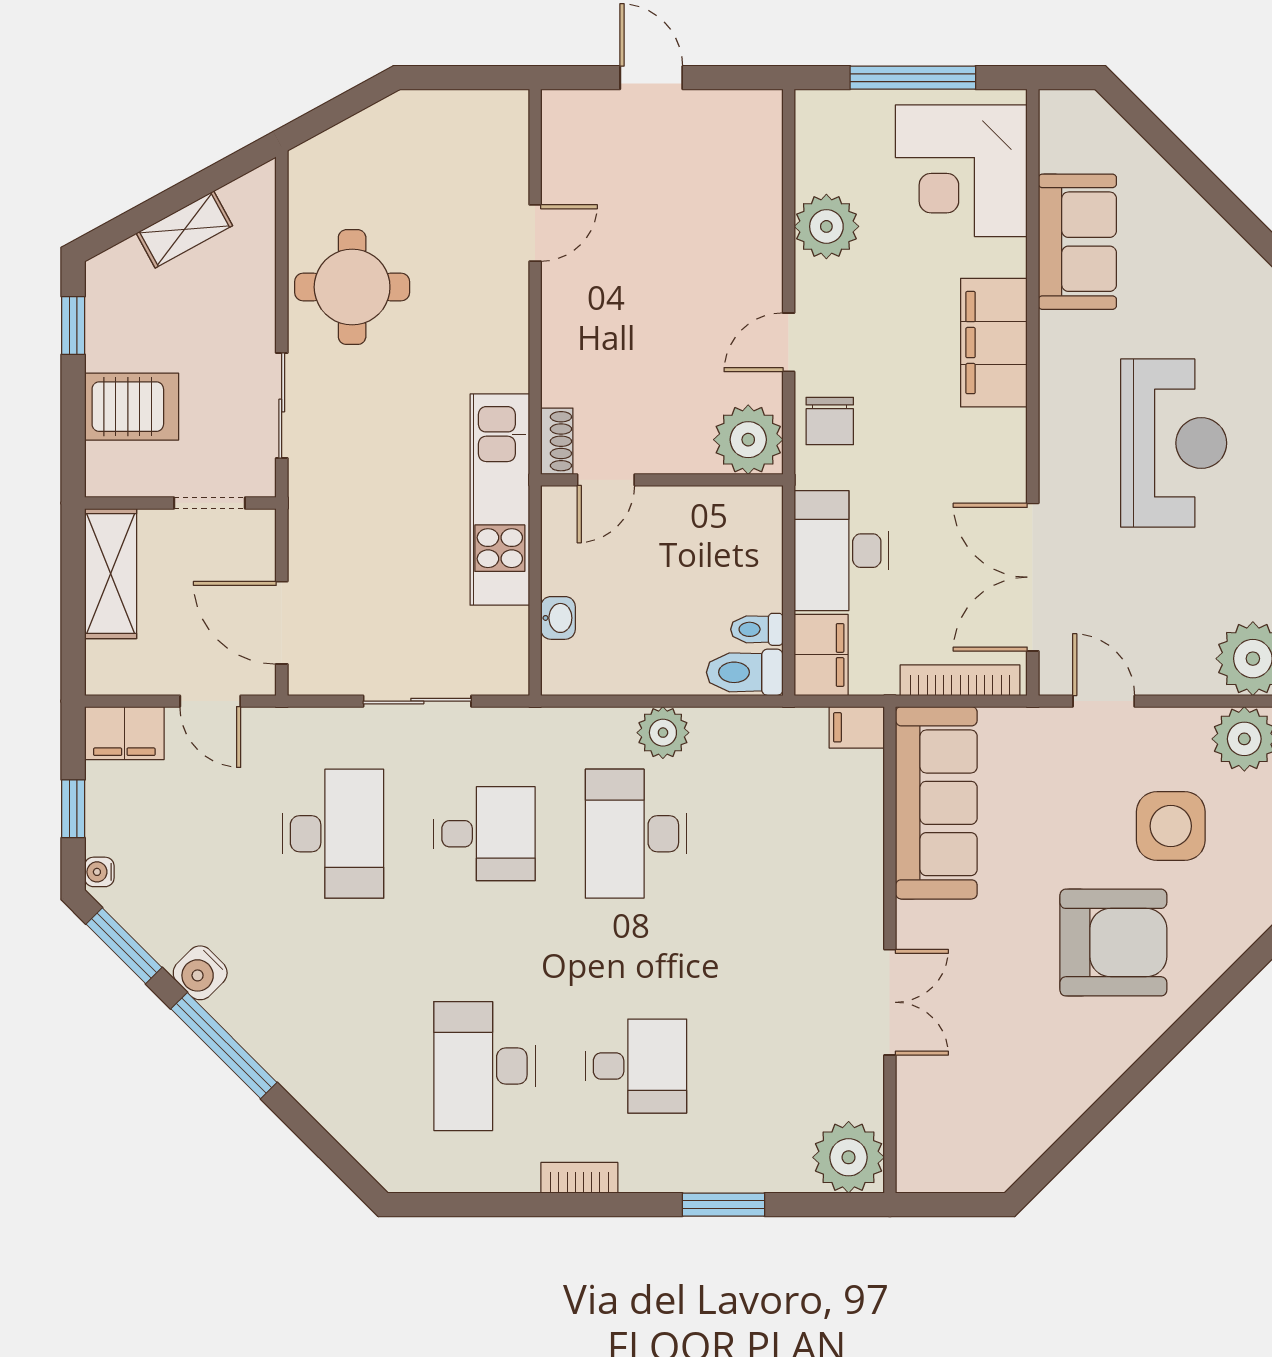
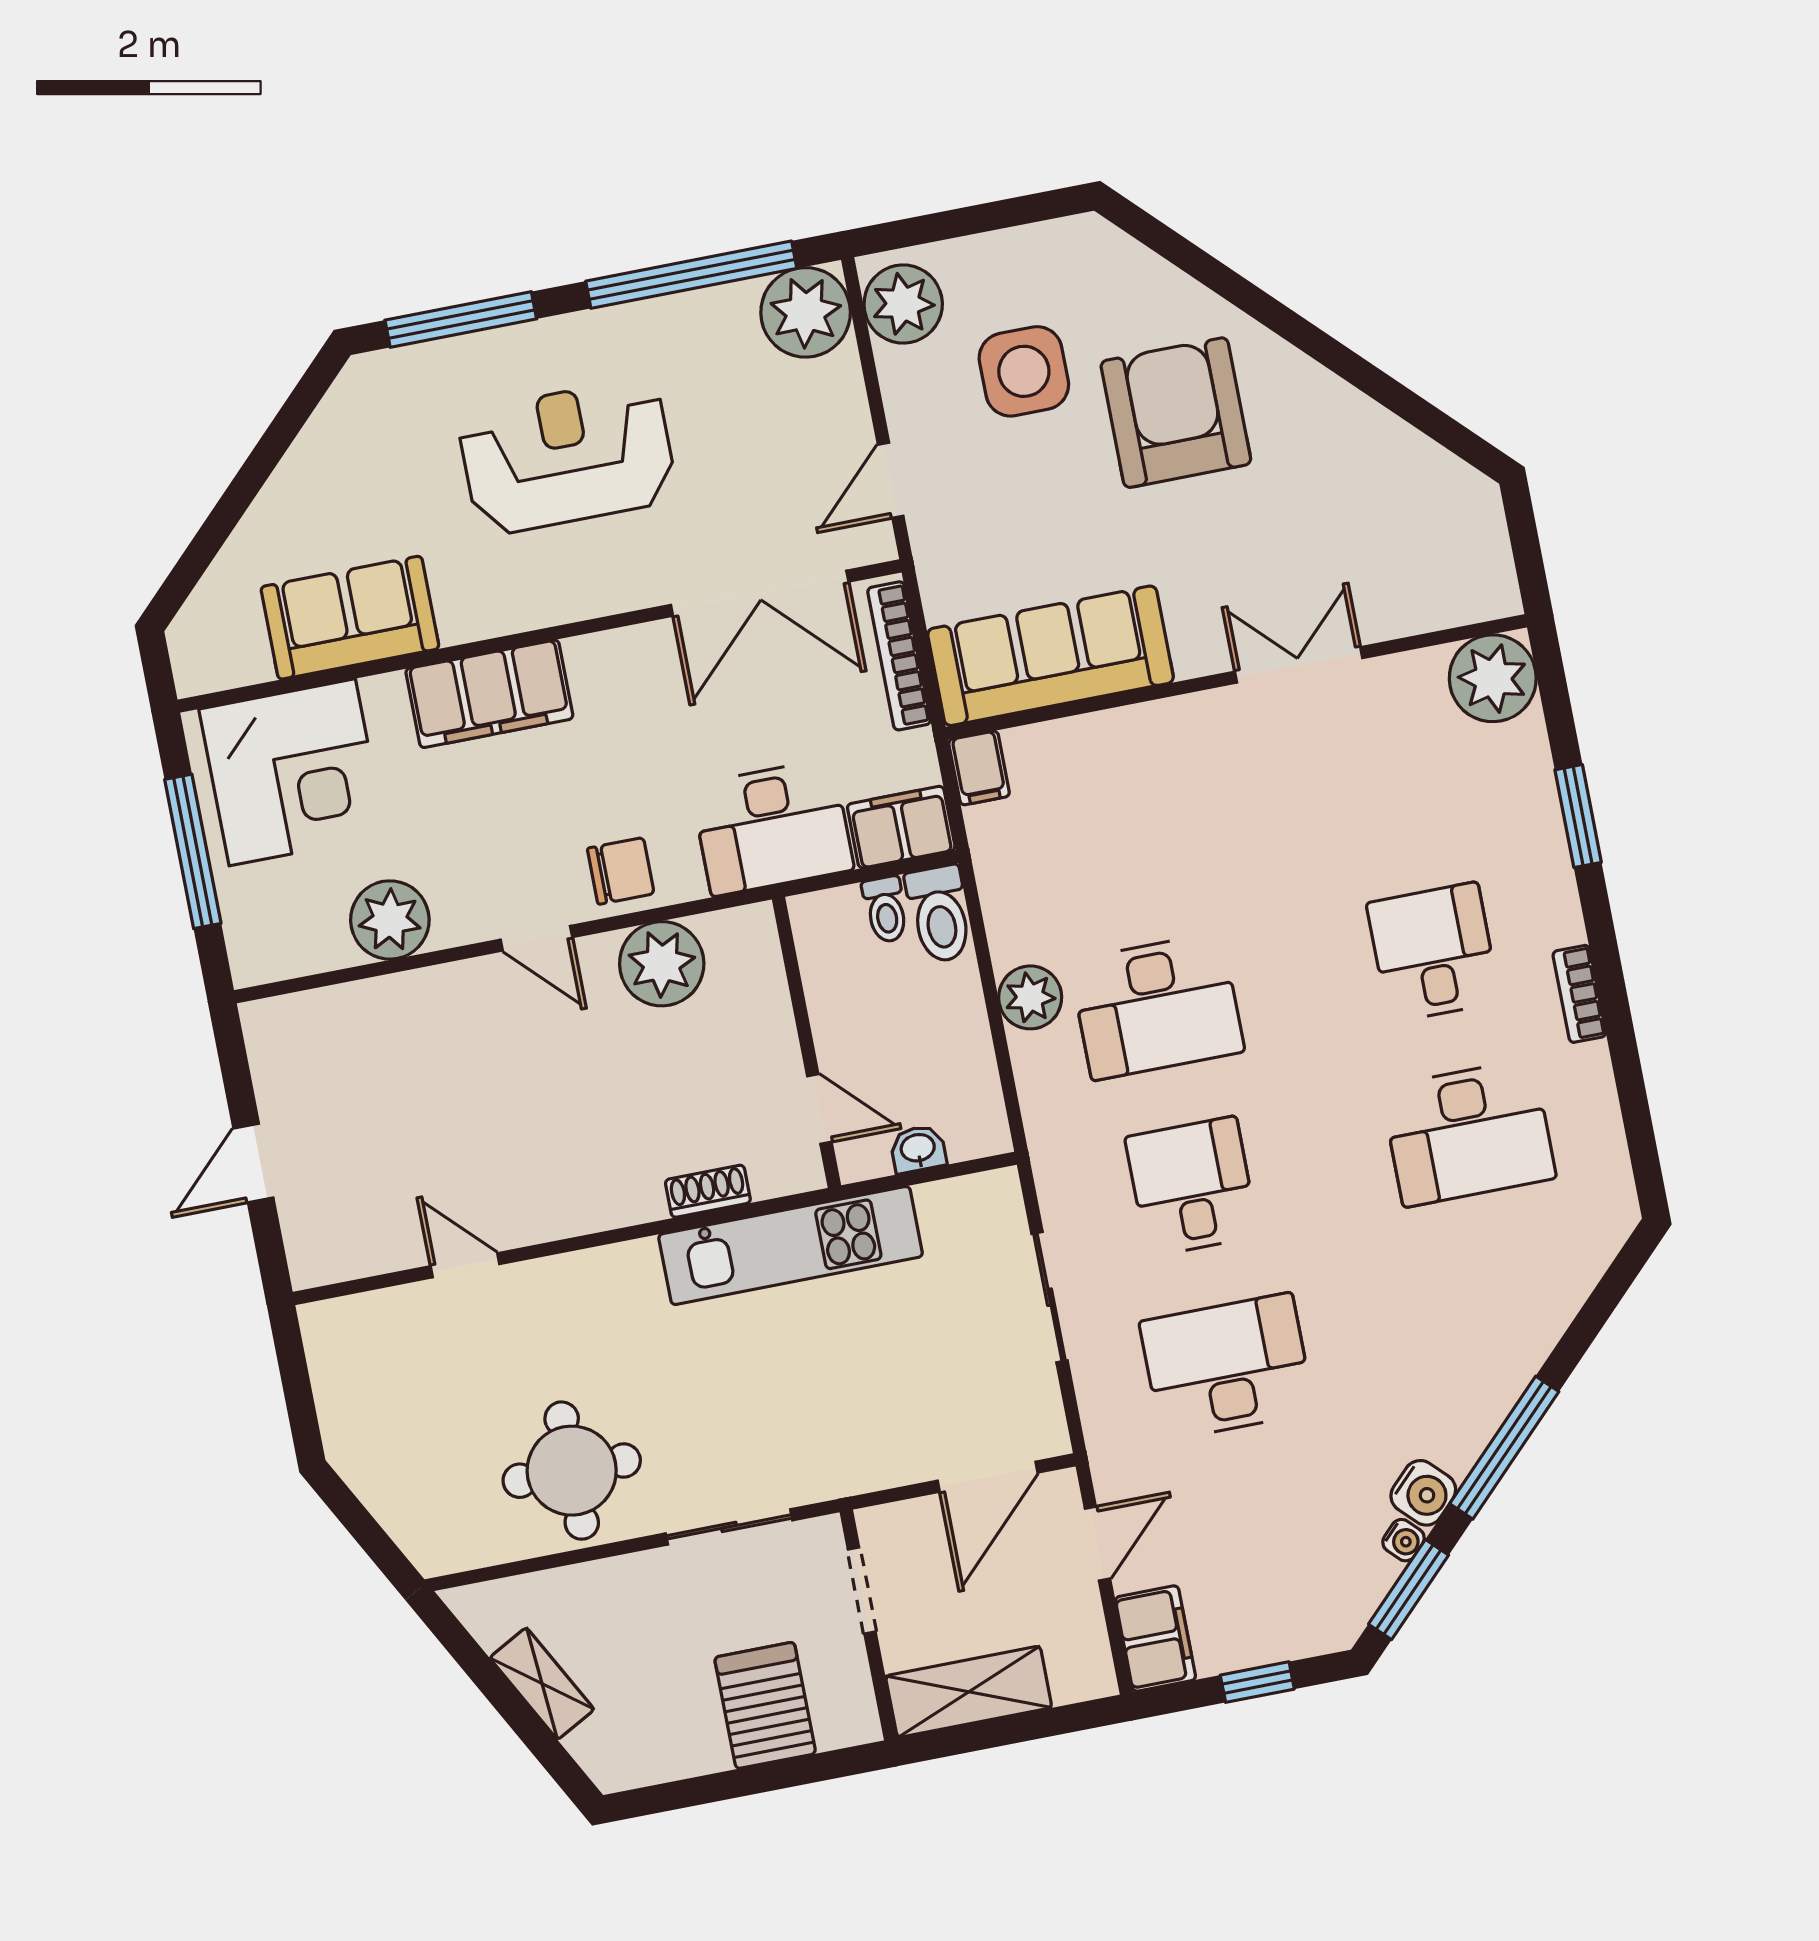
window: (73, 325) -> (682, 1794), removed
door: (606, 480) -> (819, 1109), moved
wall: (662, 480) -> (806, 1042), moved
water cooler: (99, 872) -> (1403, 1540), moved, turned -45

